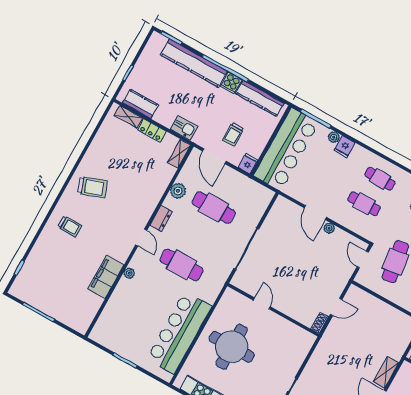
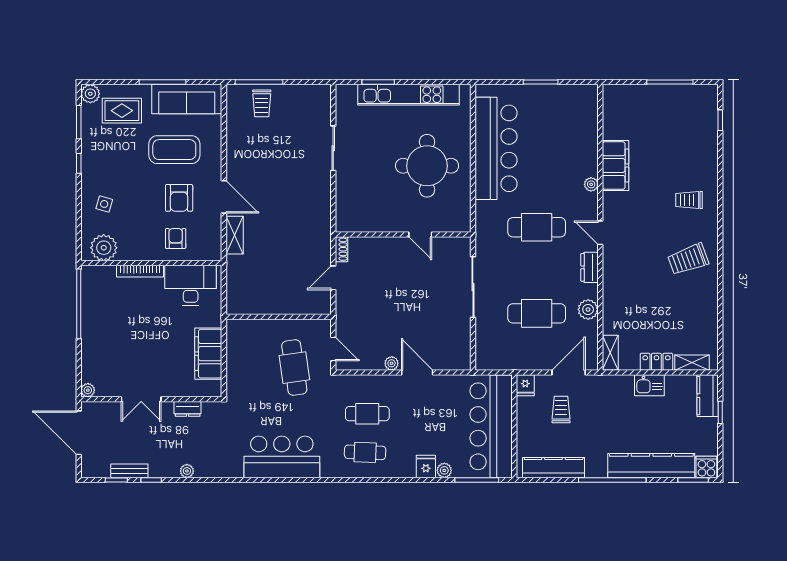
cooker: (231, 83) -> (706, 467), moved
kitchen counter: (140, 104) -> (708, 396), moved, turned 90
kitchen sink: (184, 128) -> (649, 385), moved
door: (214, 156) -> (569, 372), hinge flipped

